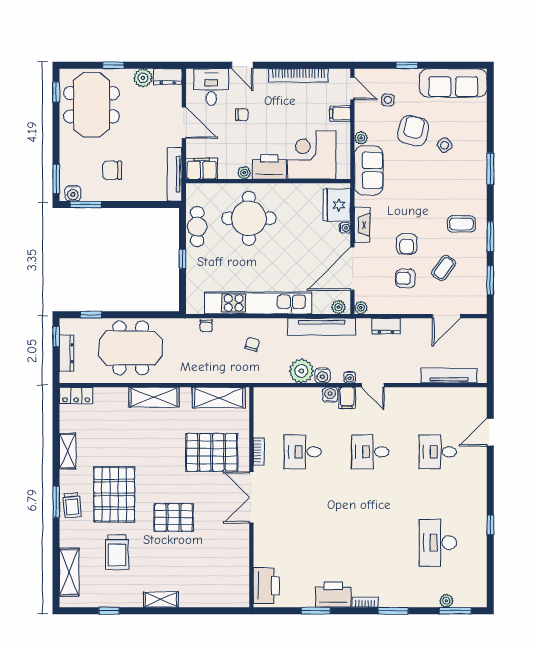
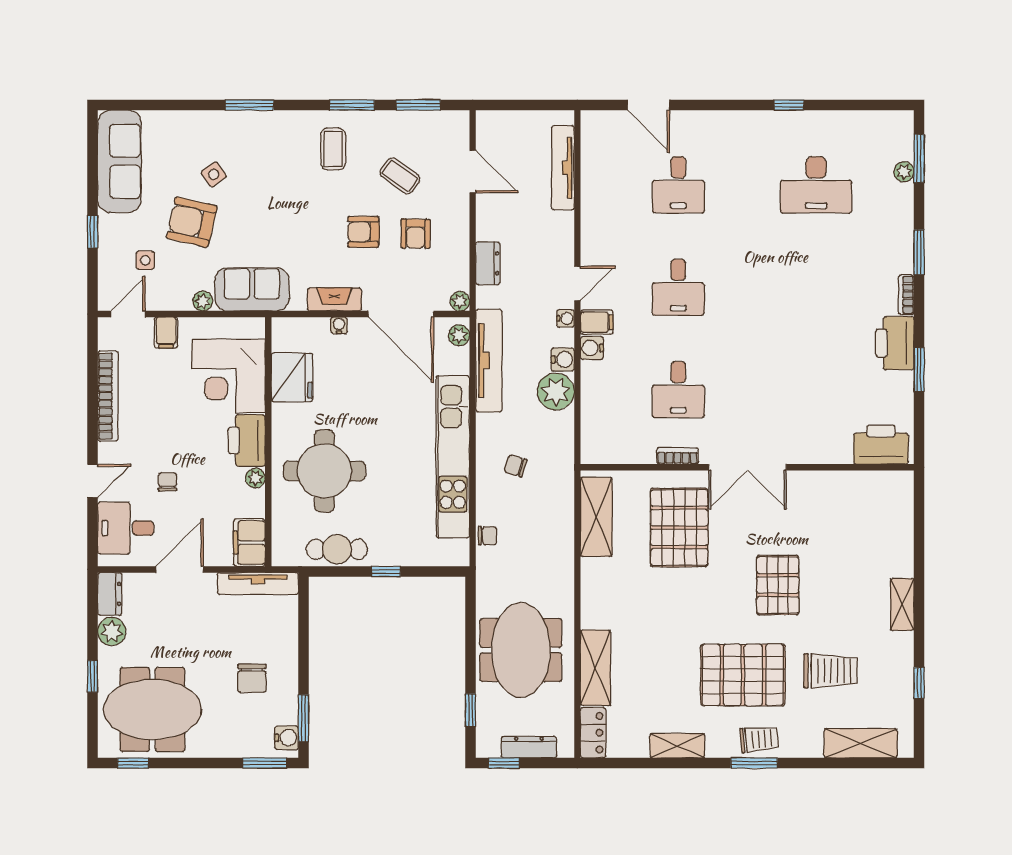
fridge: (337, 205) -> (292, 377), moved, turned -90
armchair: (407, 244) -> (363, 232), turned 180
shelving: (154, 397) -> (596, 668), moved

